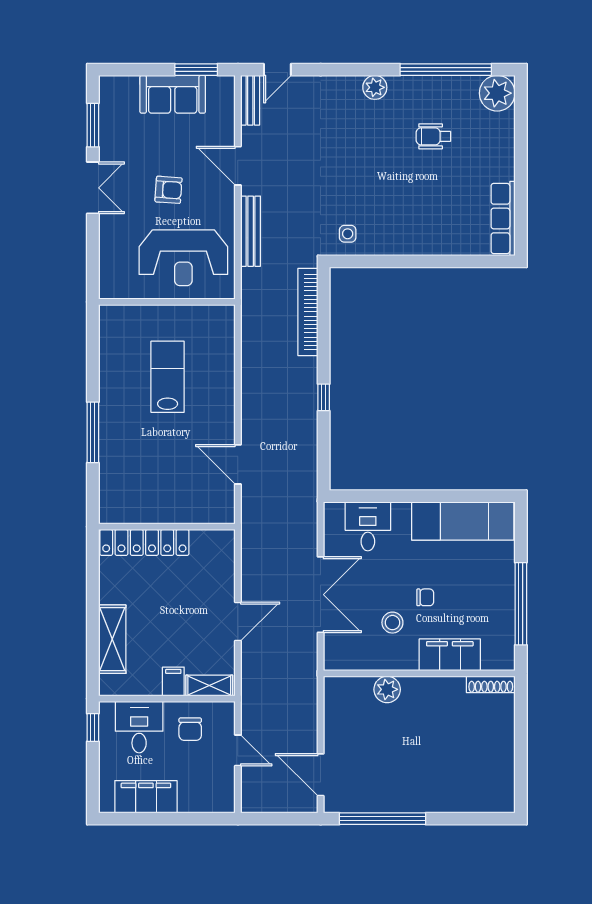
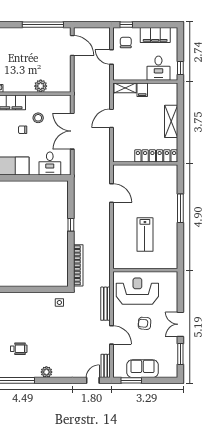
shelving: (112, 639) -> (171, 121), moved
chair: (190, 729) -> (126, 43), moved
window: (207, 819) -> (126, 25), added

